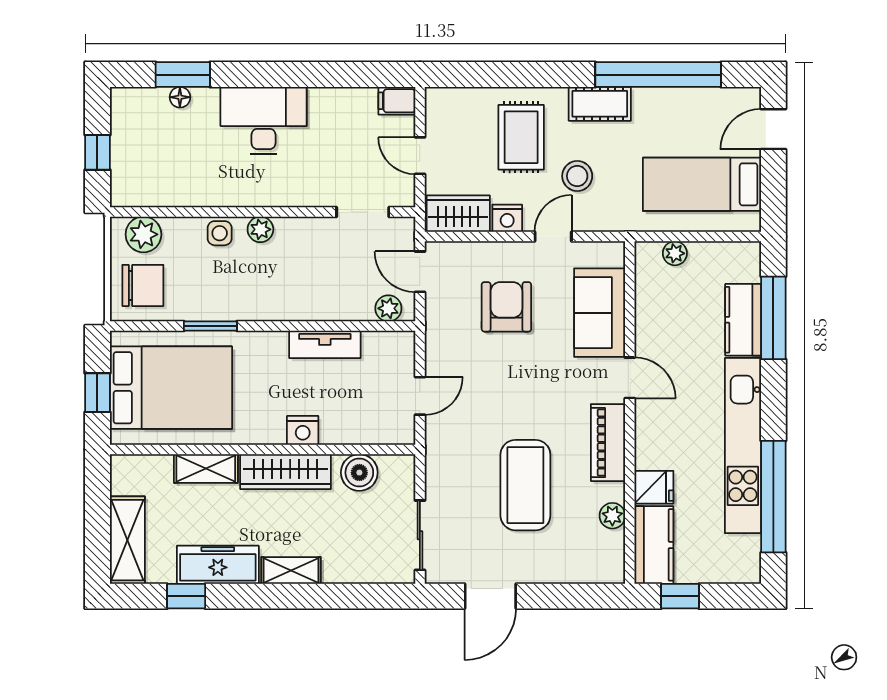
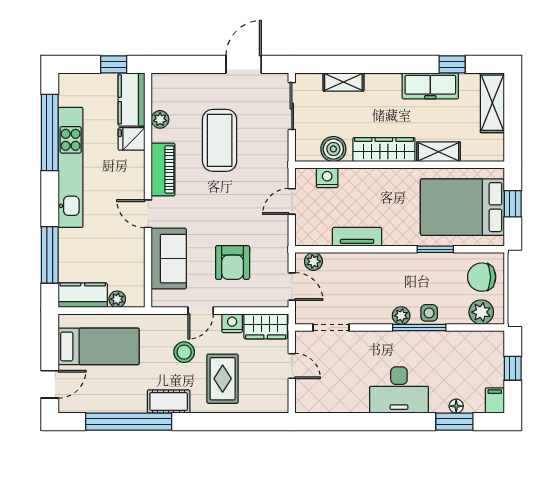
filing cabinet: (397, 101) -> (495, 400), moved, turned -90
window: (234, 212) -> (419, 328), added
kitchen counter: (743, 320) -> (83, 295), moved, turned -90
nightstand: (303, 430) -> (327, 178), moved
shelving: (291, 570) -> (343, 82), moved

